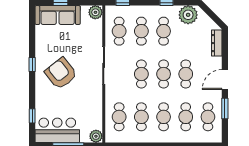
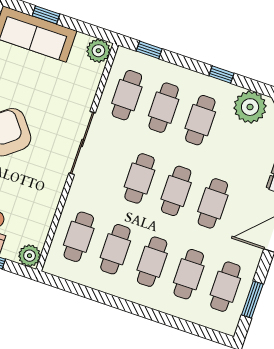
window: (225, 108) -> (252, 300), moved

